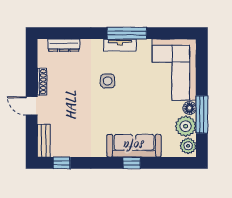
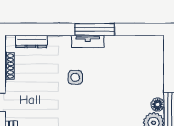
corner sofa: (174, 70) -> (142, 66), removed
shoe rack: (42, 82) -> (9, 66), moved

